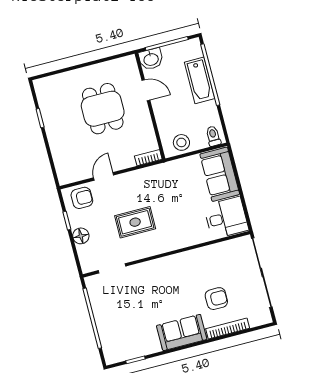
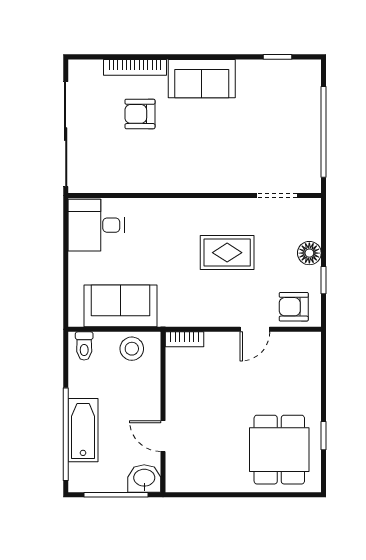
dining table: (103, 109) -> (279, 450), moved
sofa: (220, 174) -> (120, 306), moved, turned -90

